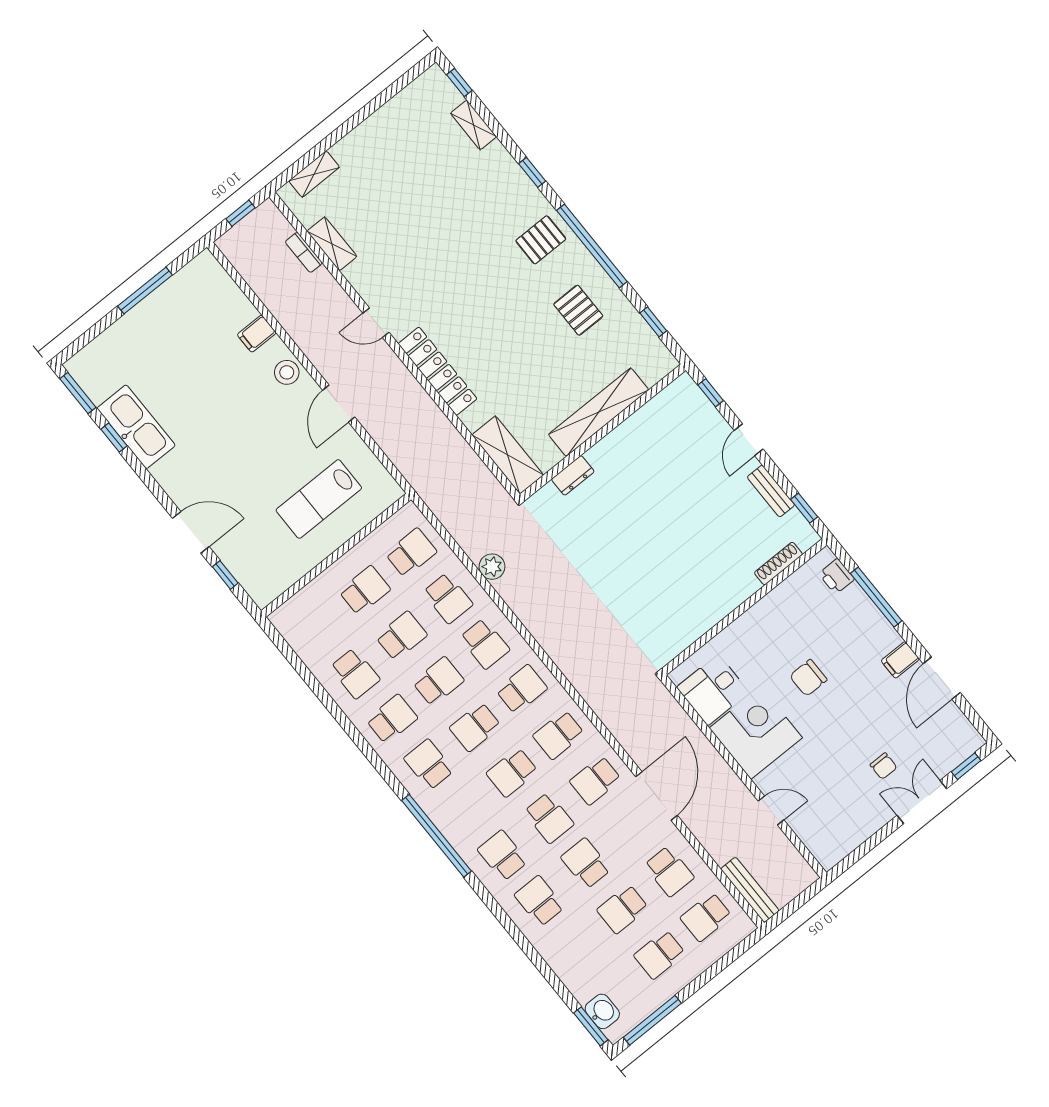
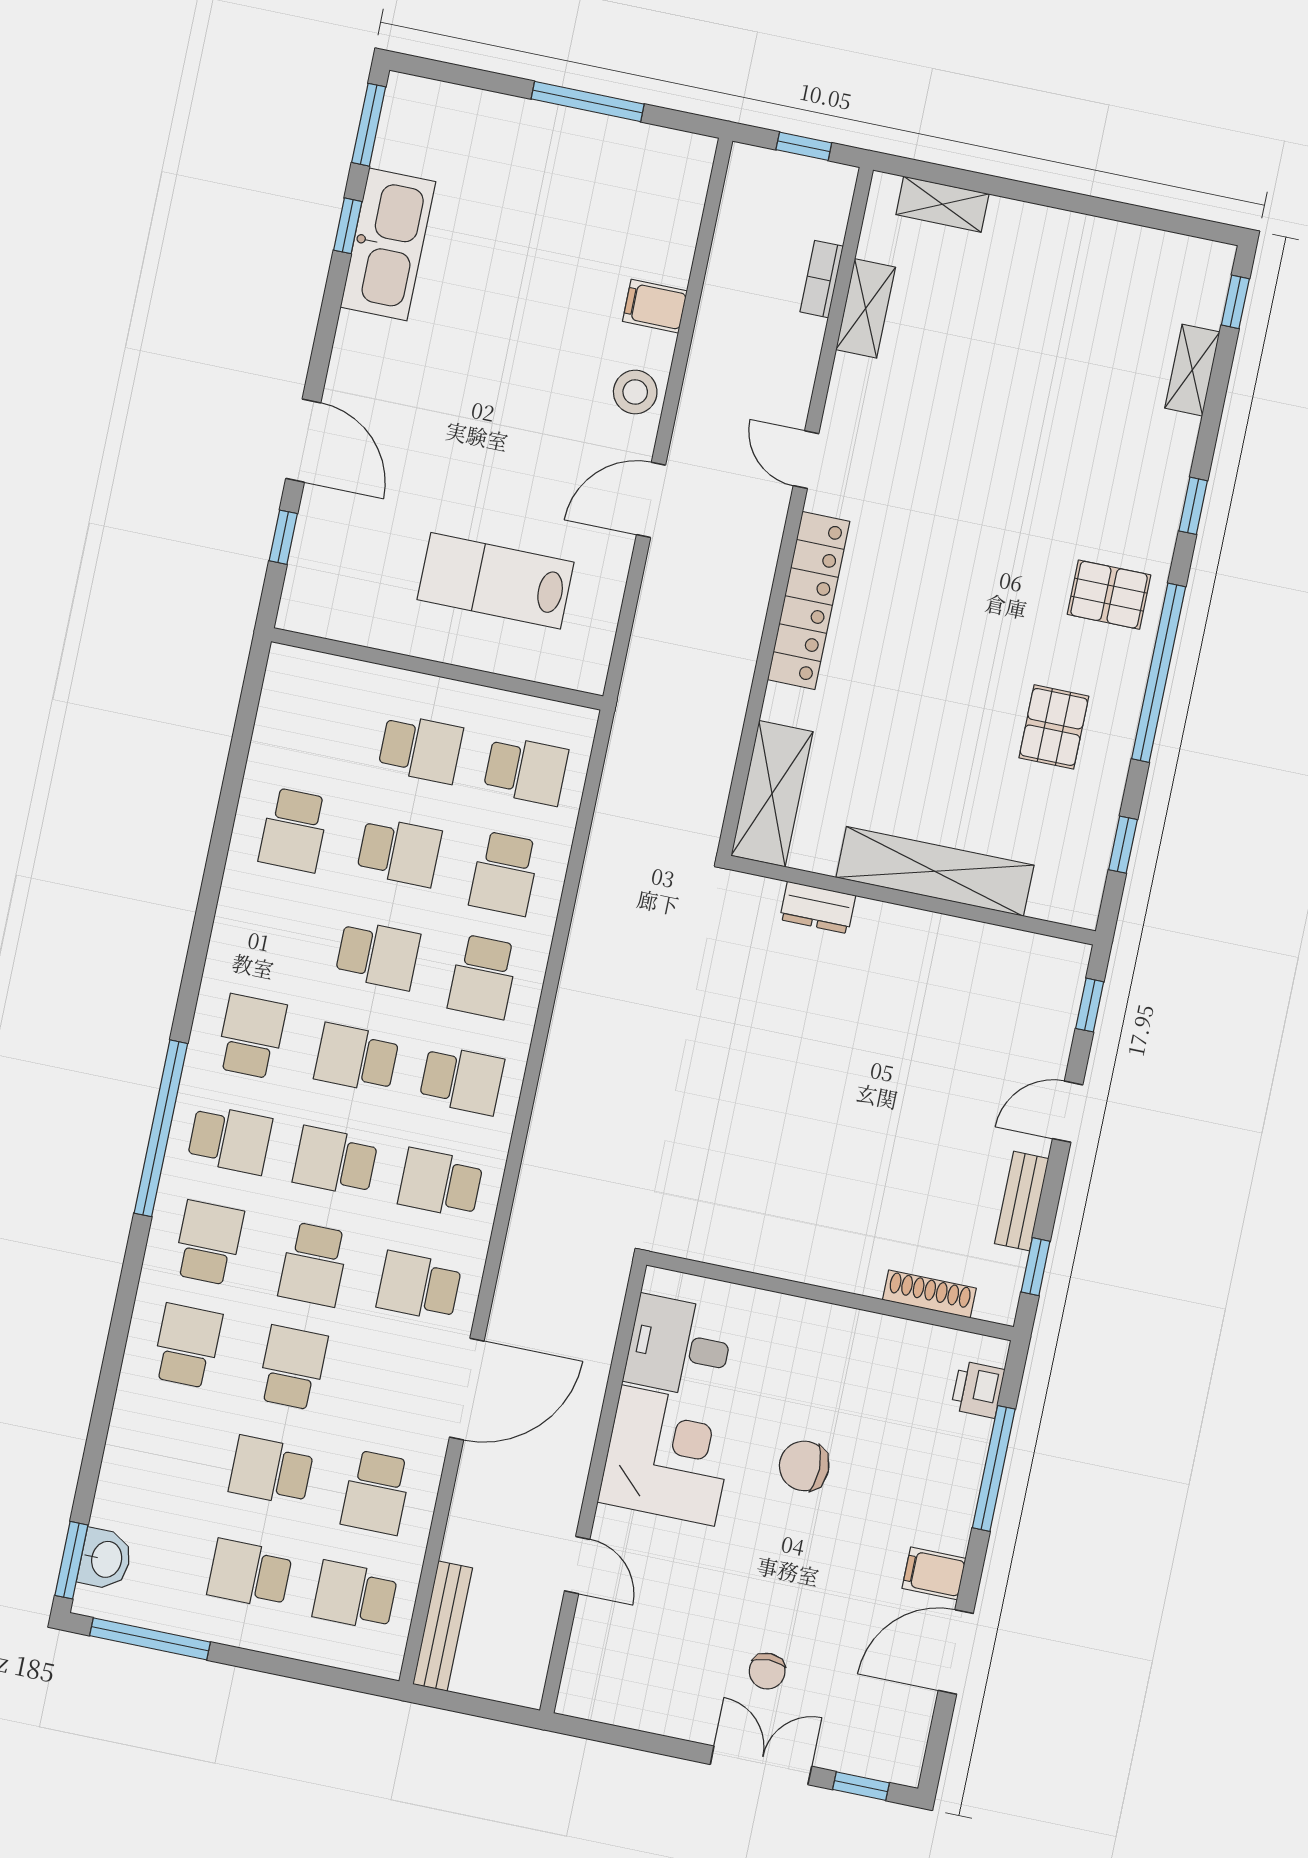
plant: (492, 567) -> (599, 899), removed
school desk: (392, 719) -> (230, 1139), moved

